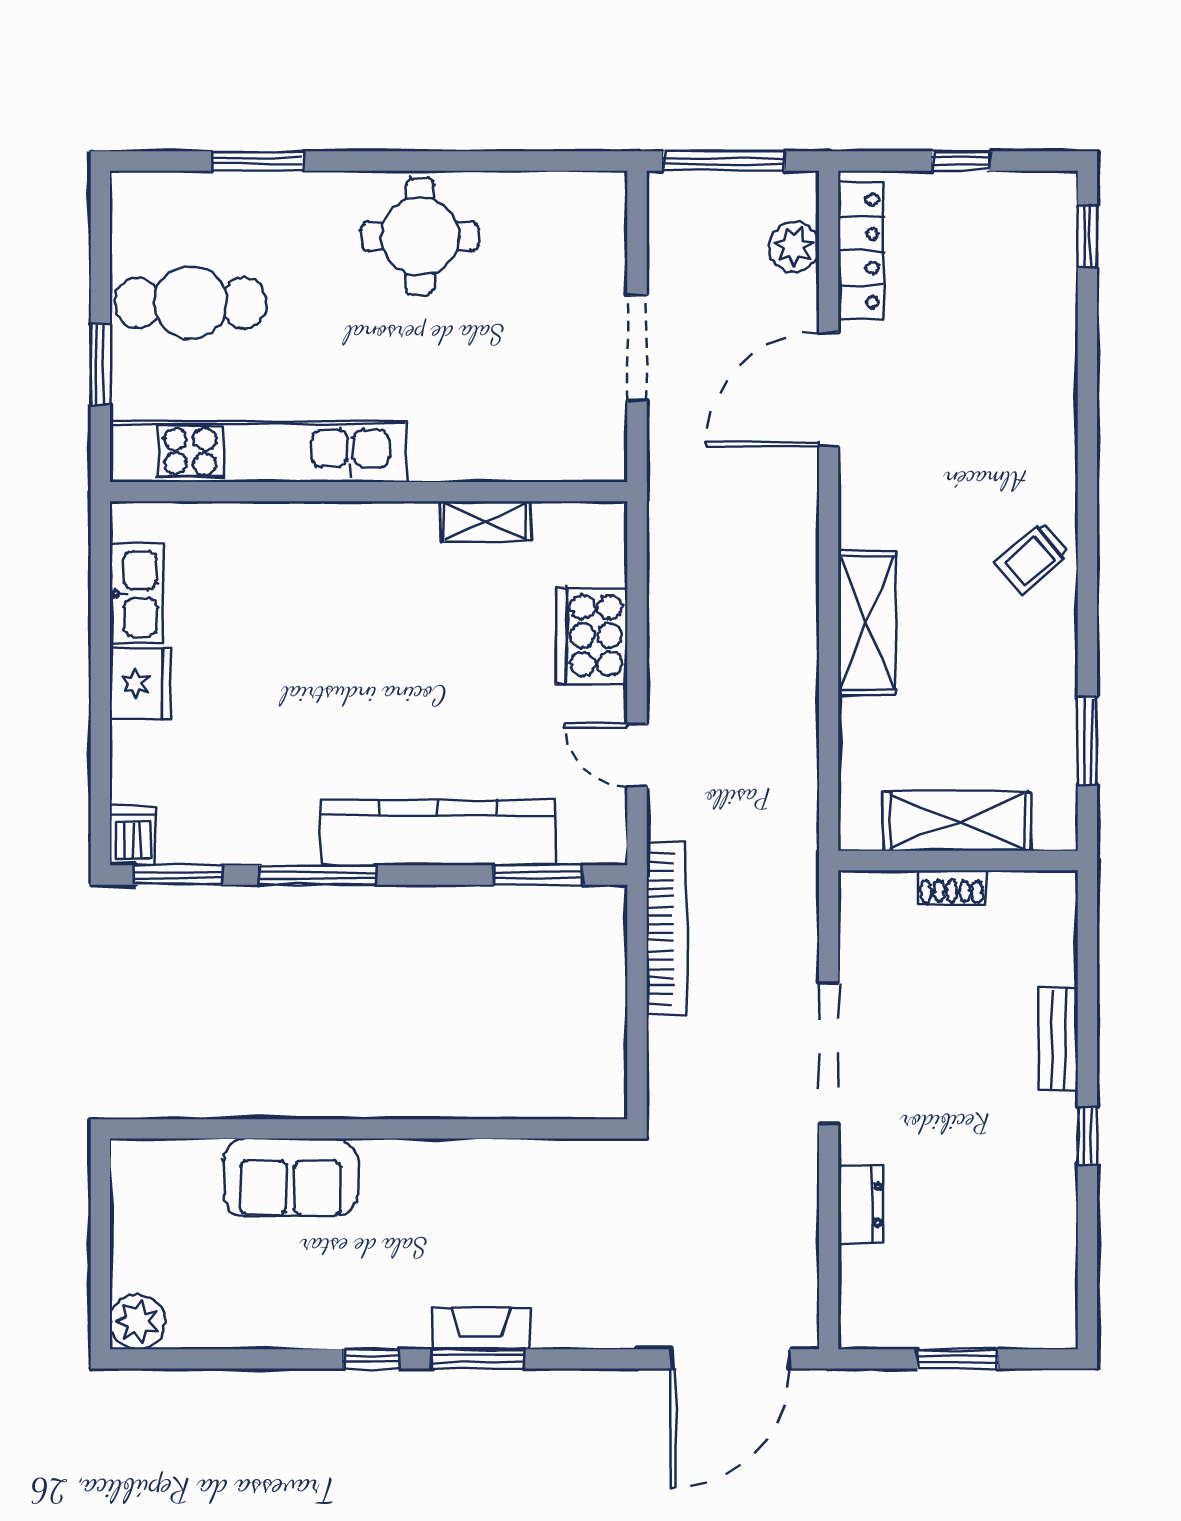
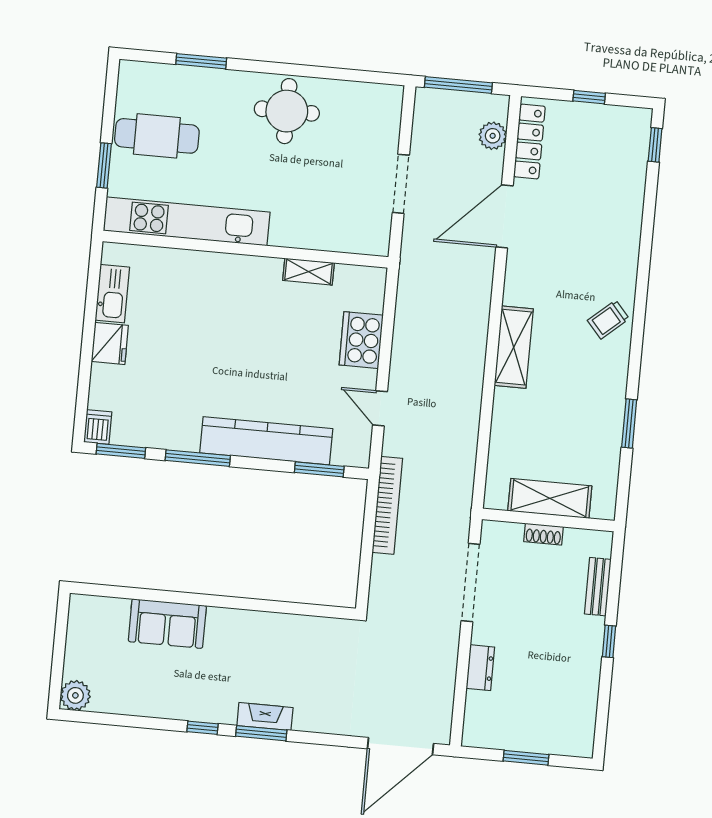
shelving: (957, 822) -> (550, 498), moved
wall: (958, 861) -> (548, 520), moved
shoe rack: (952, 887) -> (543, 534), moved

